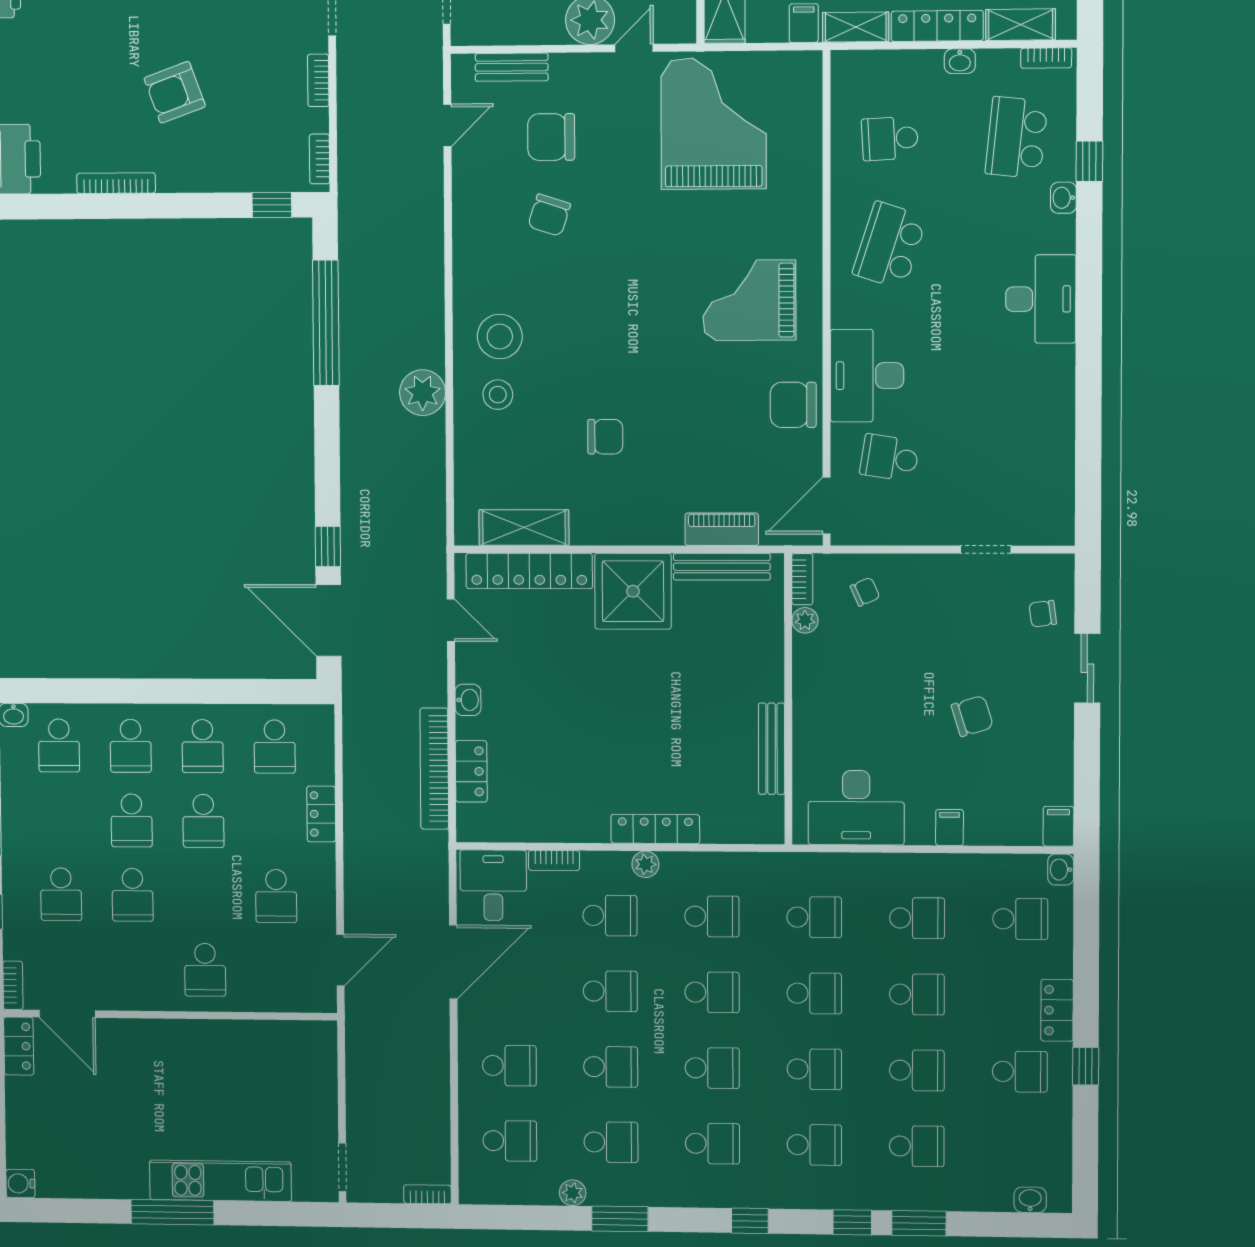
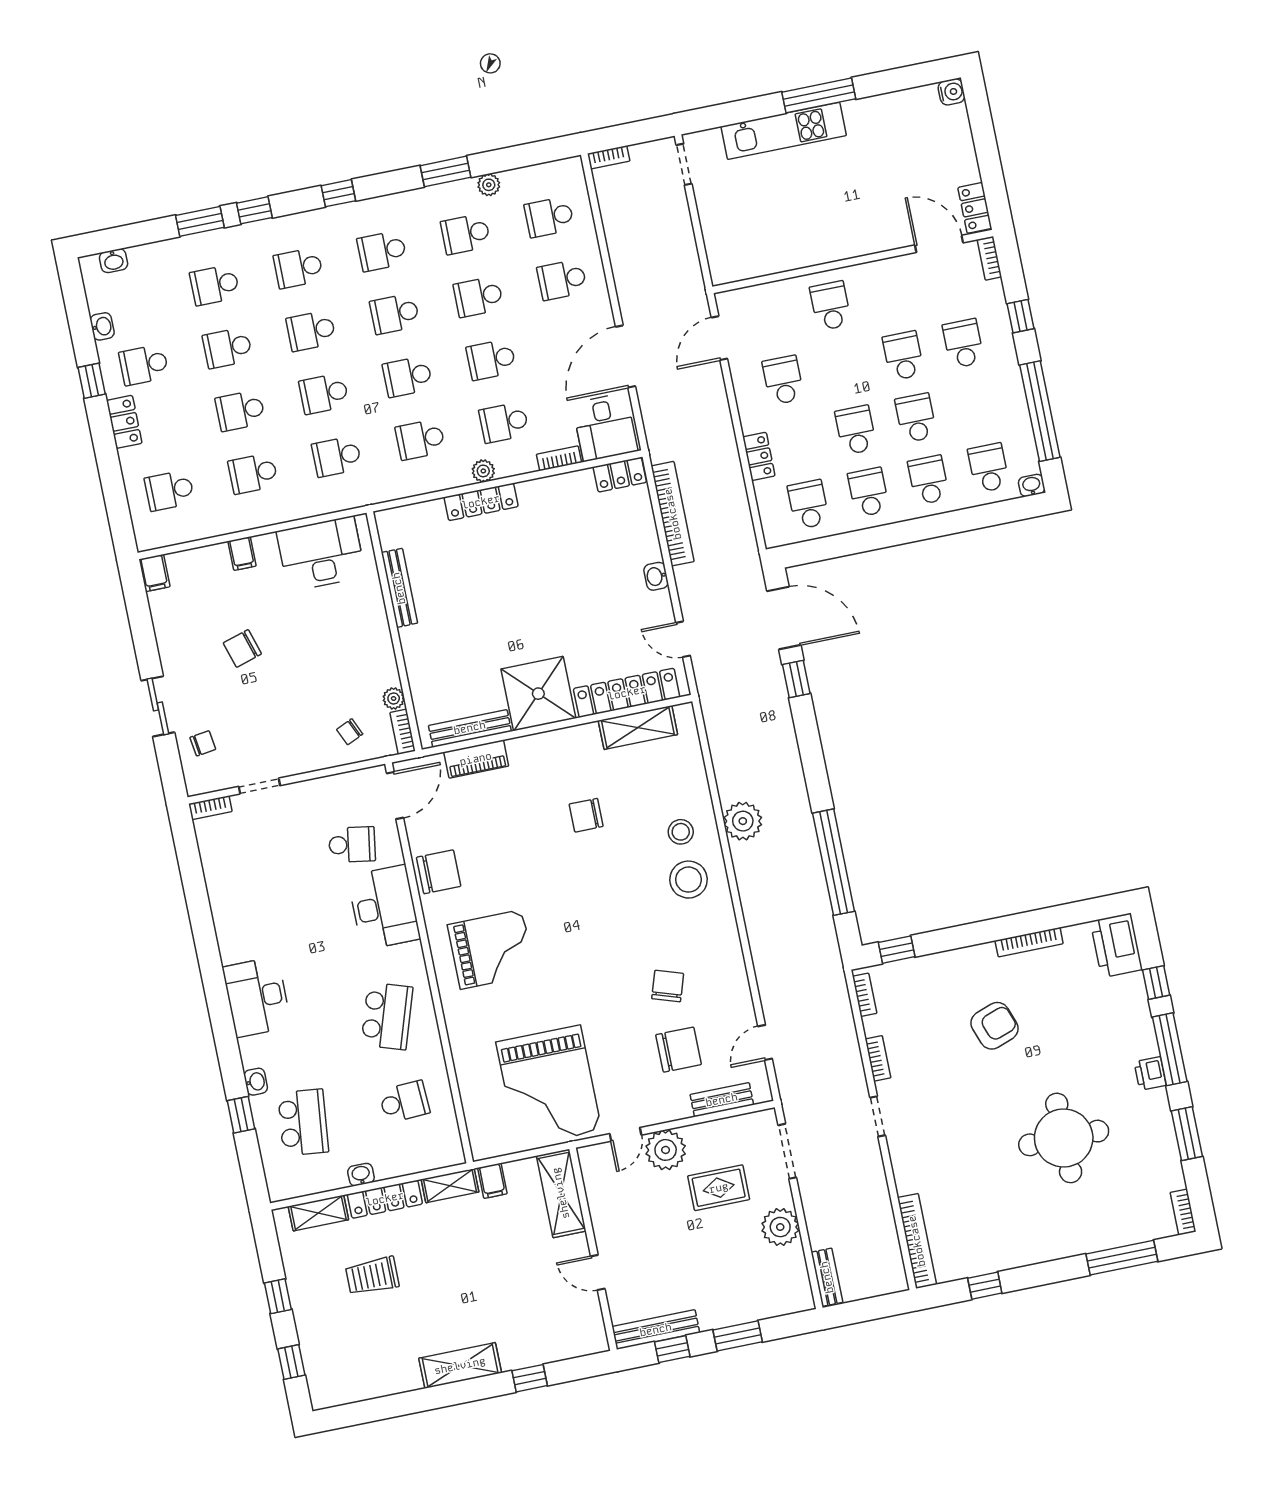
bookcase: (1046, 58) -> (210, 808), moved, turned 180
locker: (471, 771) -> (620, 475), moved, turned -90
washbasin: (1061, 870) -> (102, 326), moved

